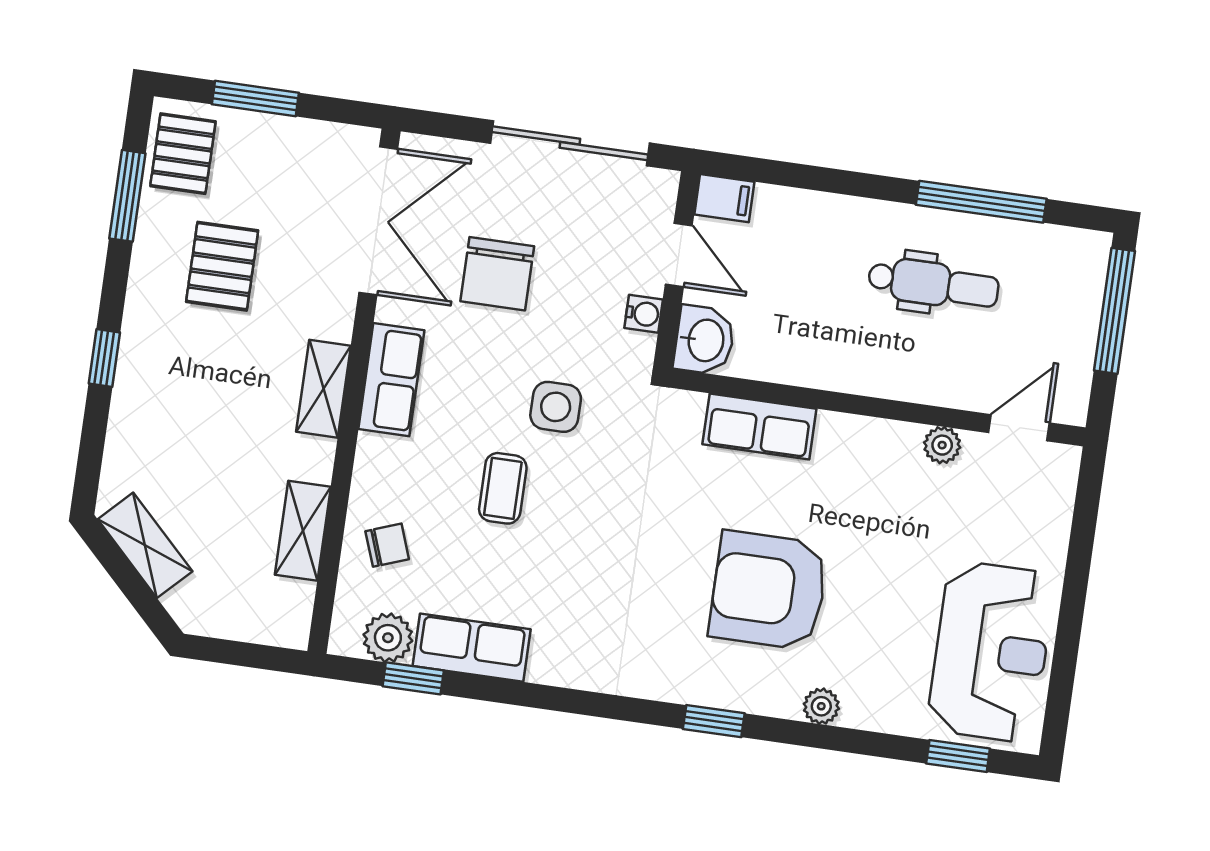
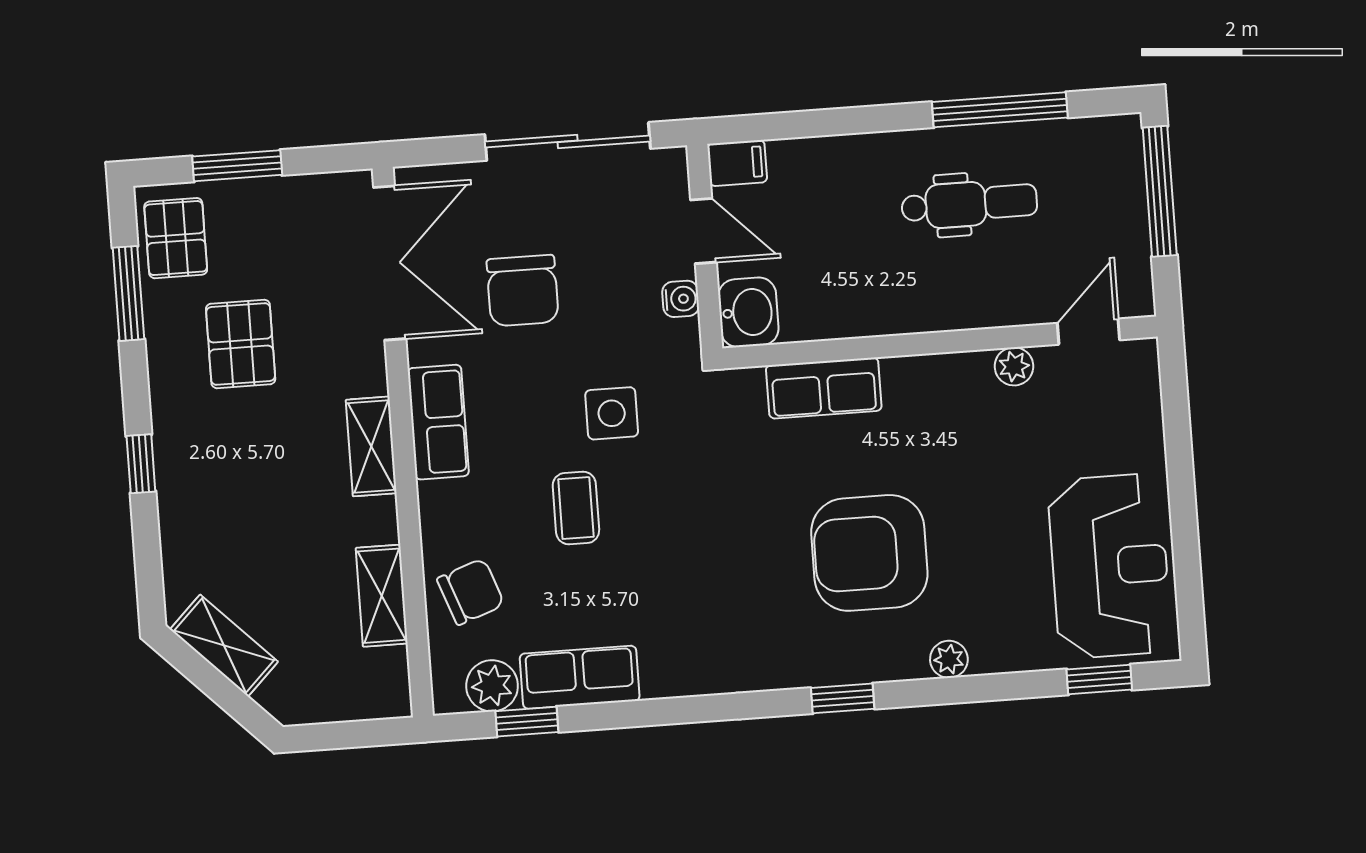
chair: (387, 545) -> (471, 592), width x1.37, depth x1.37

